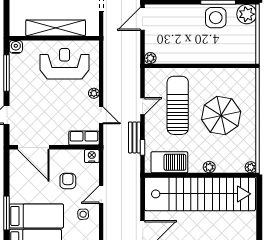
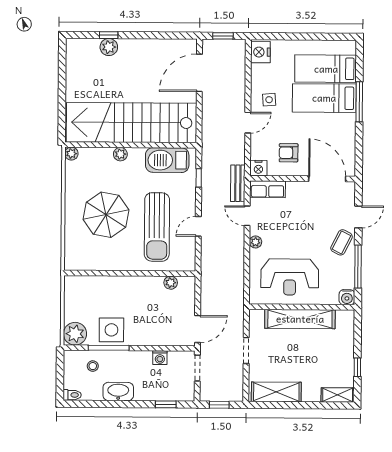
plant: (150, 58) -> (171, 283), moved
coffee table: (21, 93) -> (342, 242), added
bench: (134, 137) -> (238, 183), moved
armchair: (68, 181) -> (289, 153), moved, turned 90

